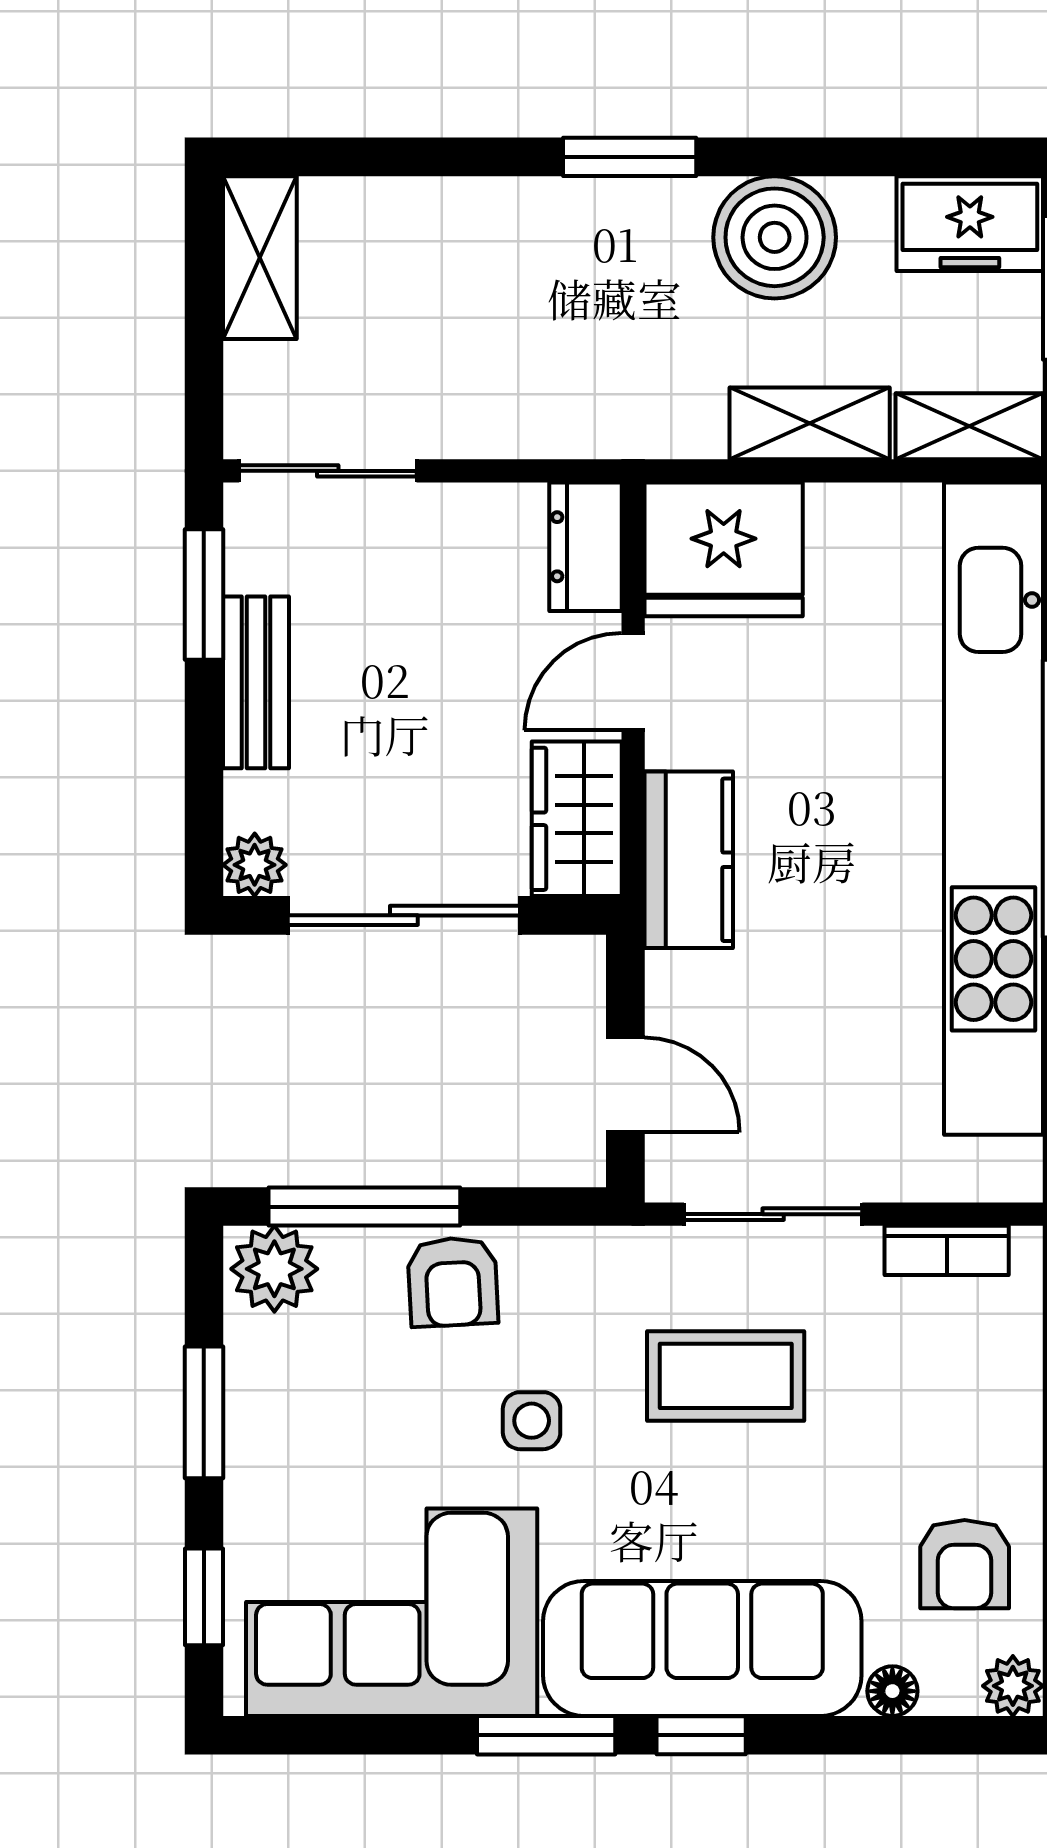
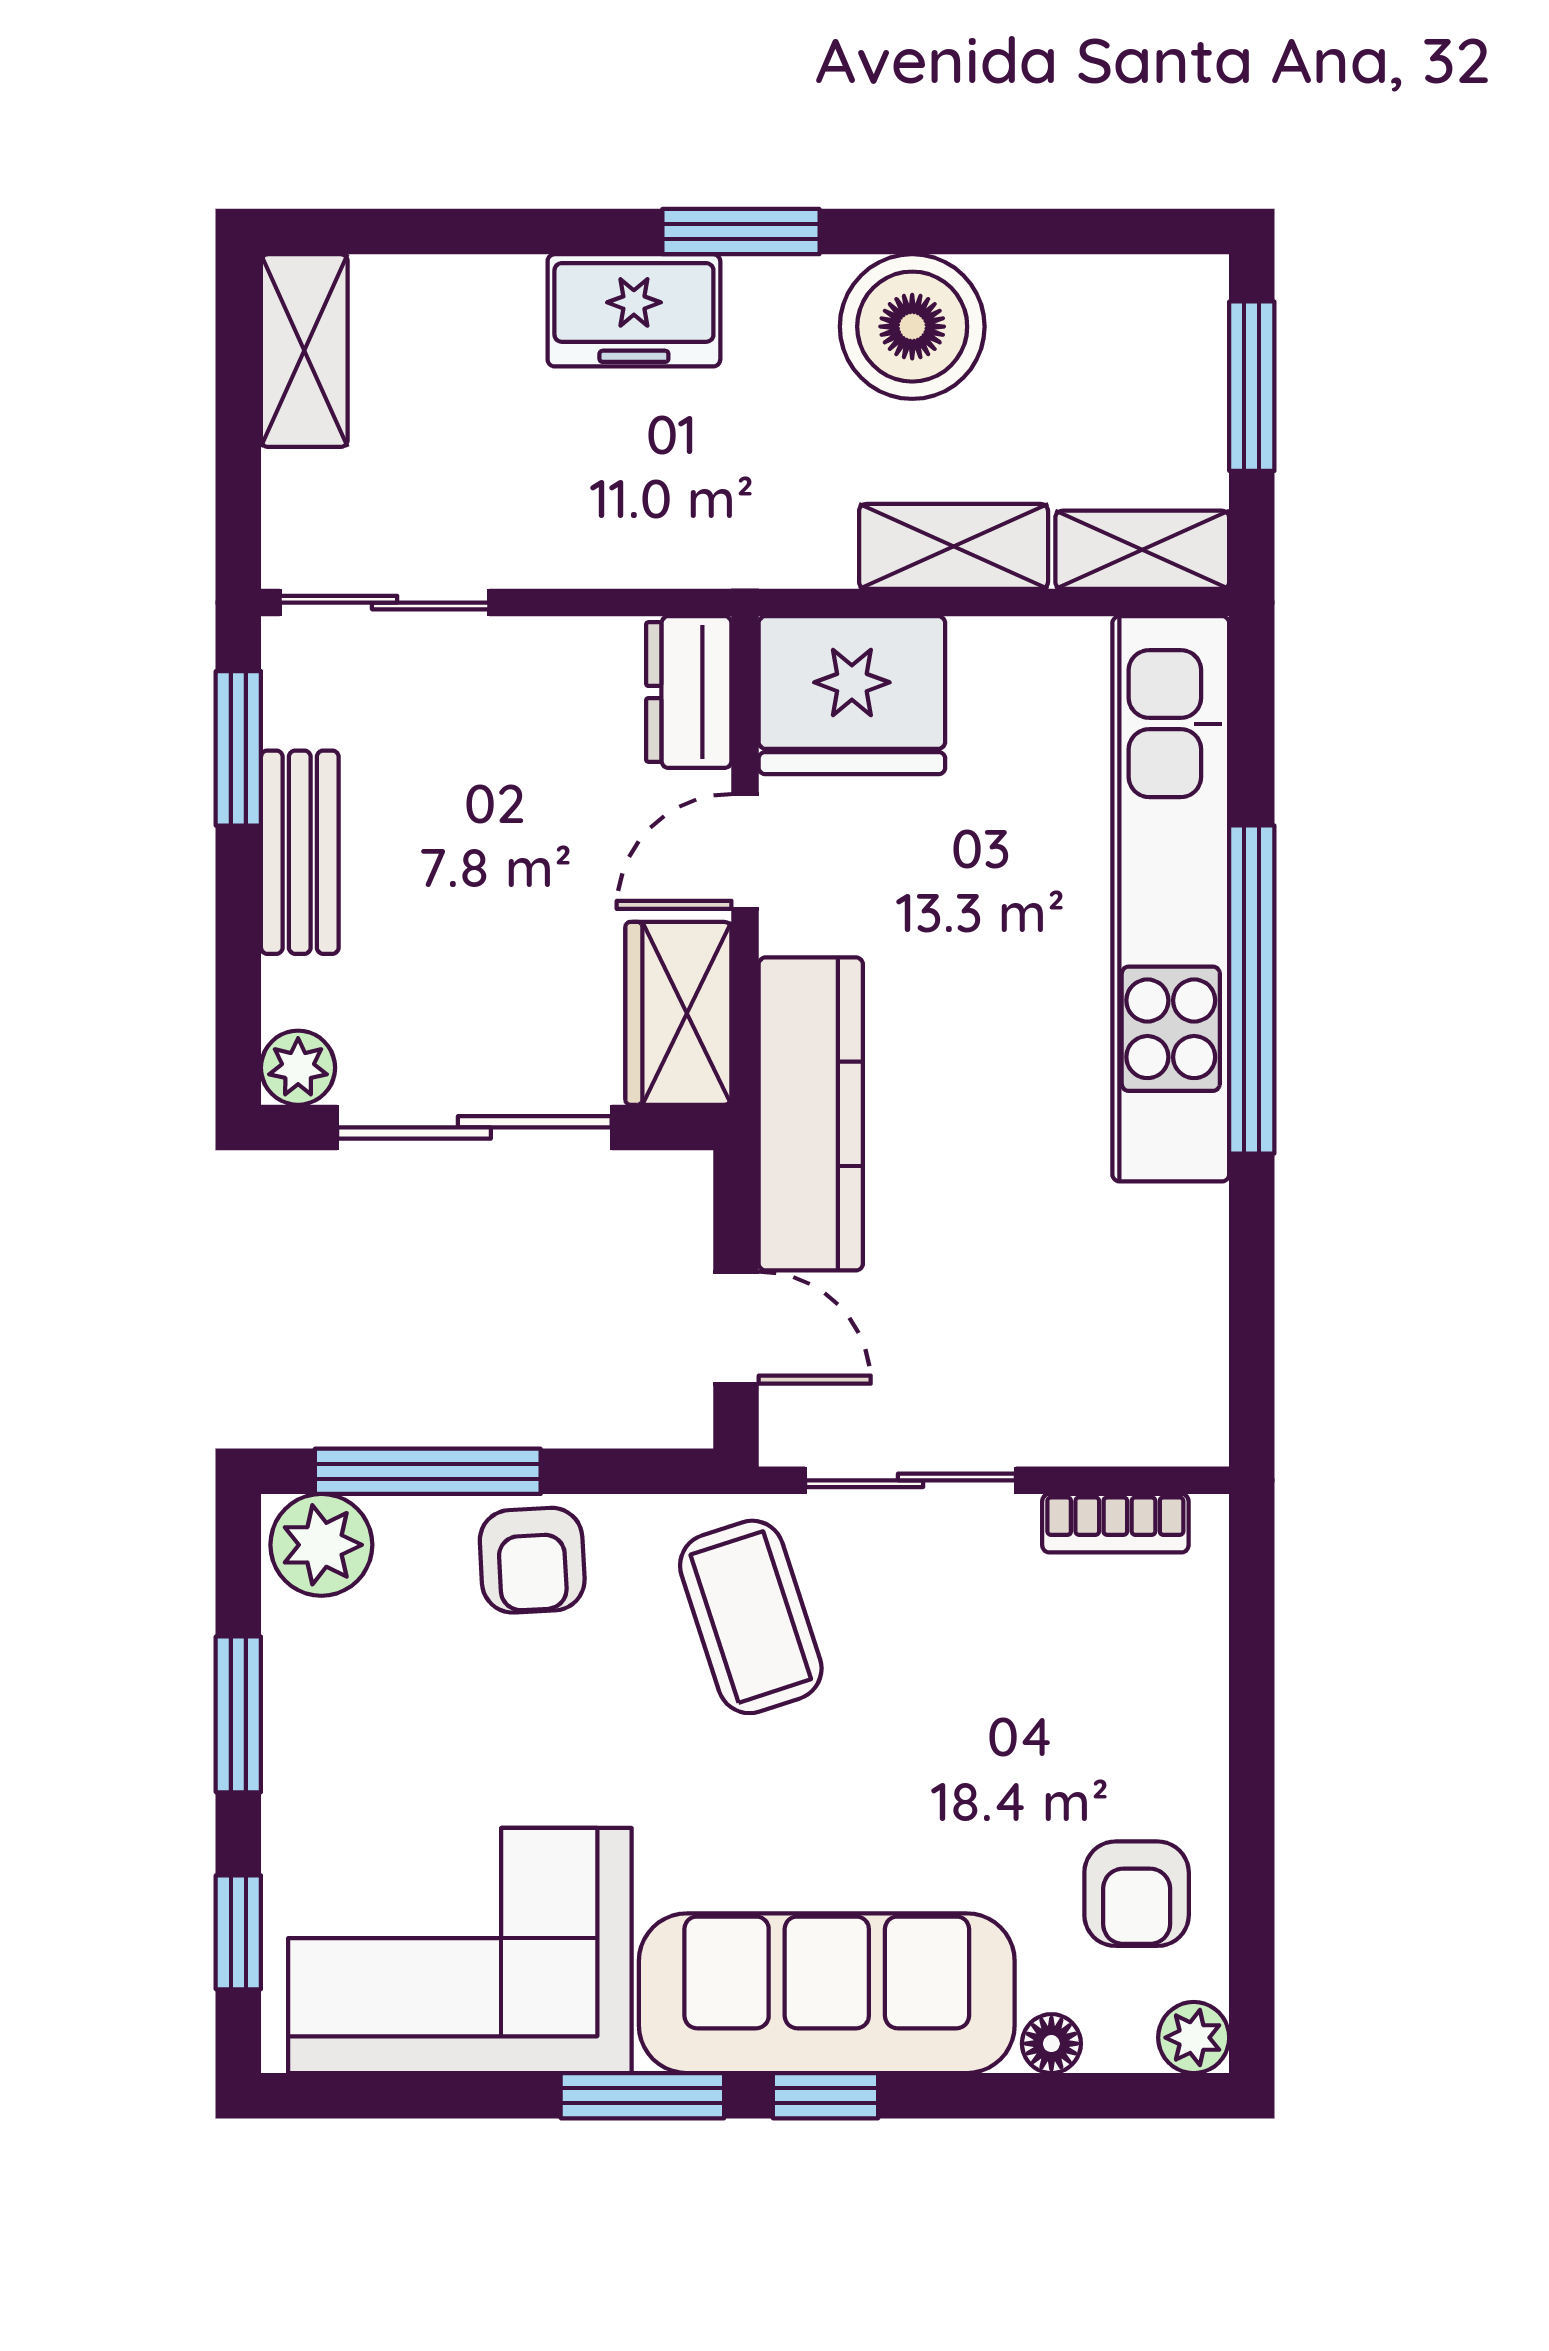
freezer: (970, 224) -> (634, 310), moved
kitchen unit: (993, 809) -> (1171, 899), width x0.73
kitchen counter: (689, 860) -> (811, 1114), width x1.50
coffee table: (726, 1376) -> (751, 1617), moved, turned 72
side table: (532, 1421) -> (625, 1724), removed

